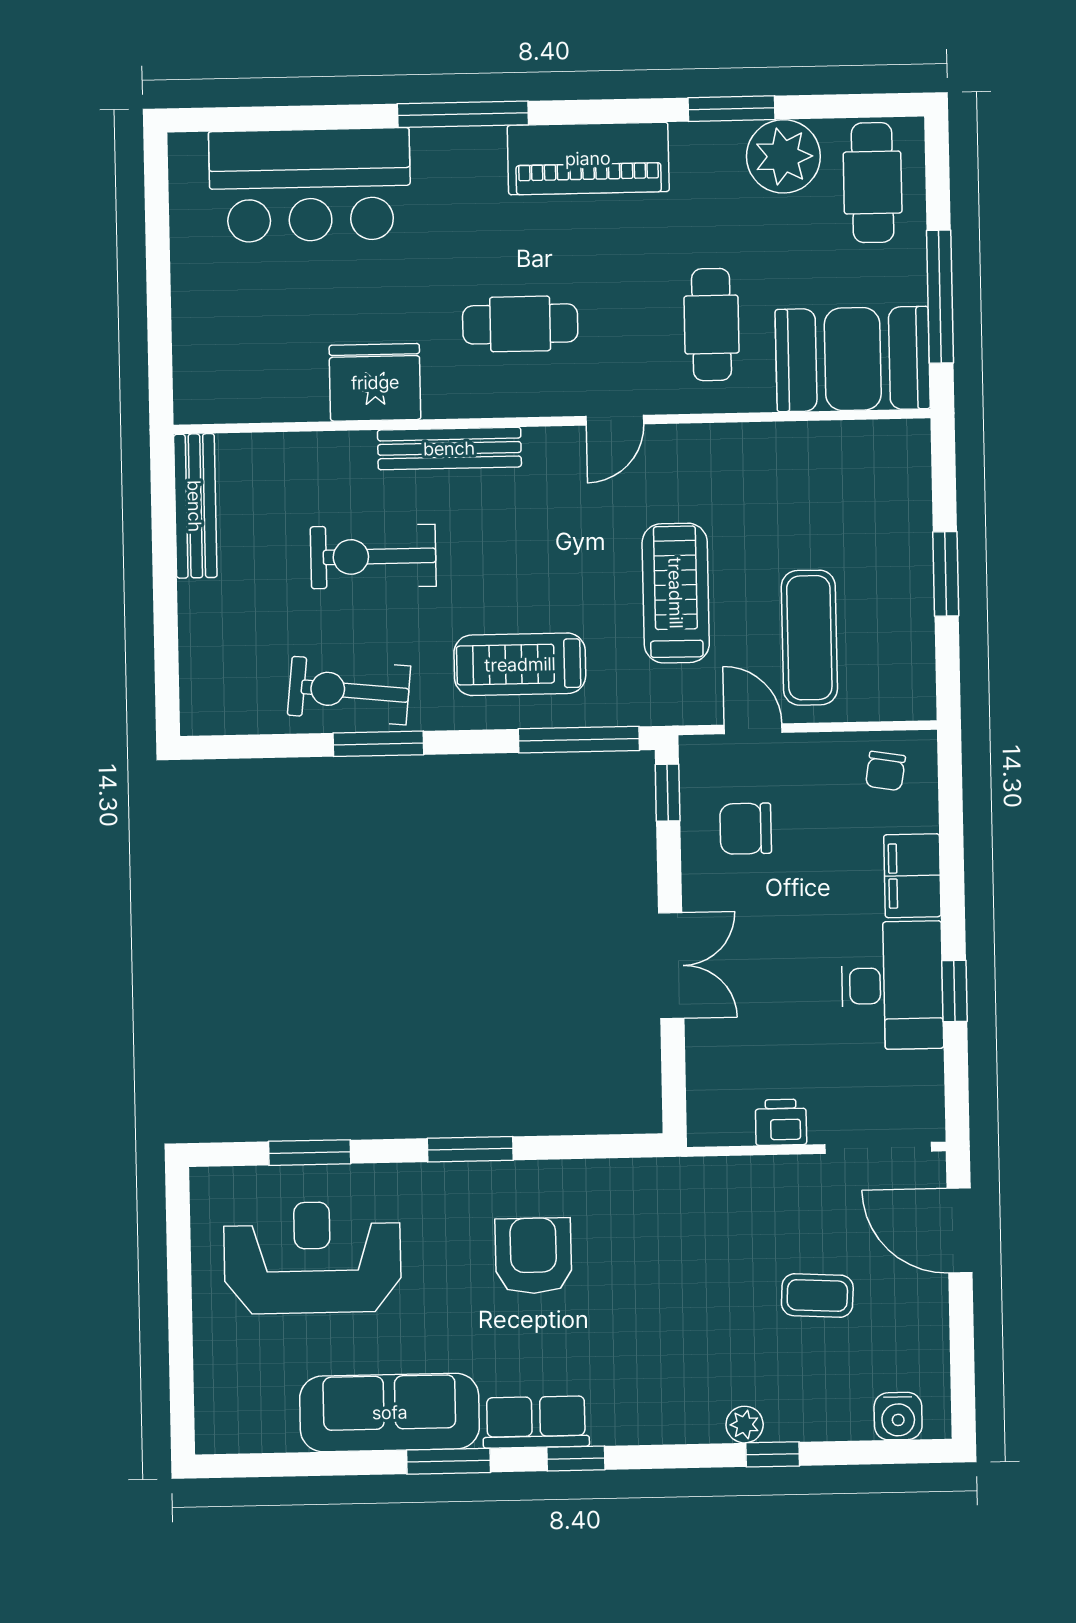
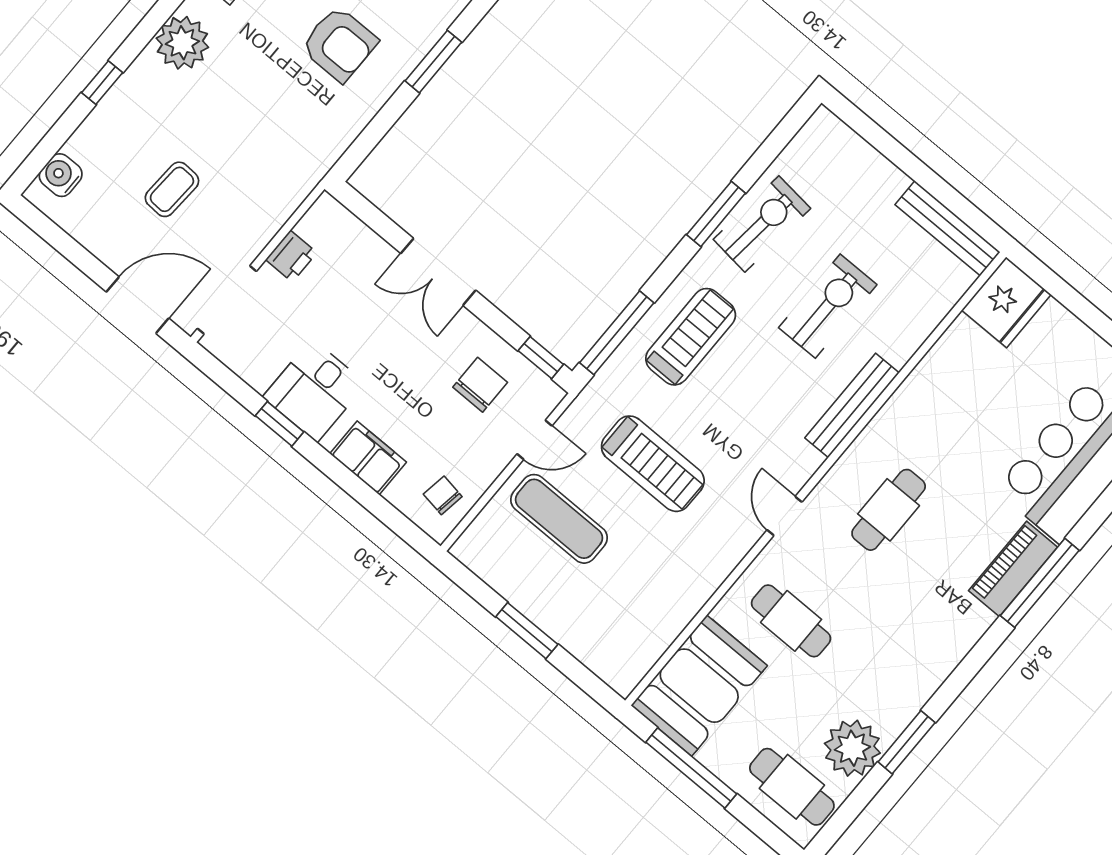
piano: (588, 158) -> (1013, 569), moved, width x0.73, depth x0.75
fridge: (375, 382) -> (1006, 302), moved
desk: (892, 985) -> (314, 390), width x0.73
plant: (745, 1425) -> (182, 43), moved, width x1.88, depth x1.88

